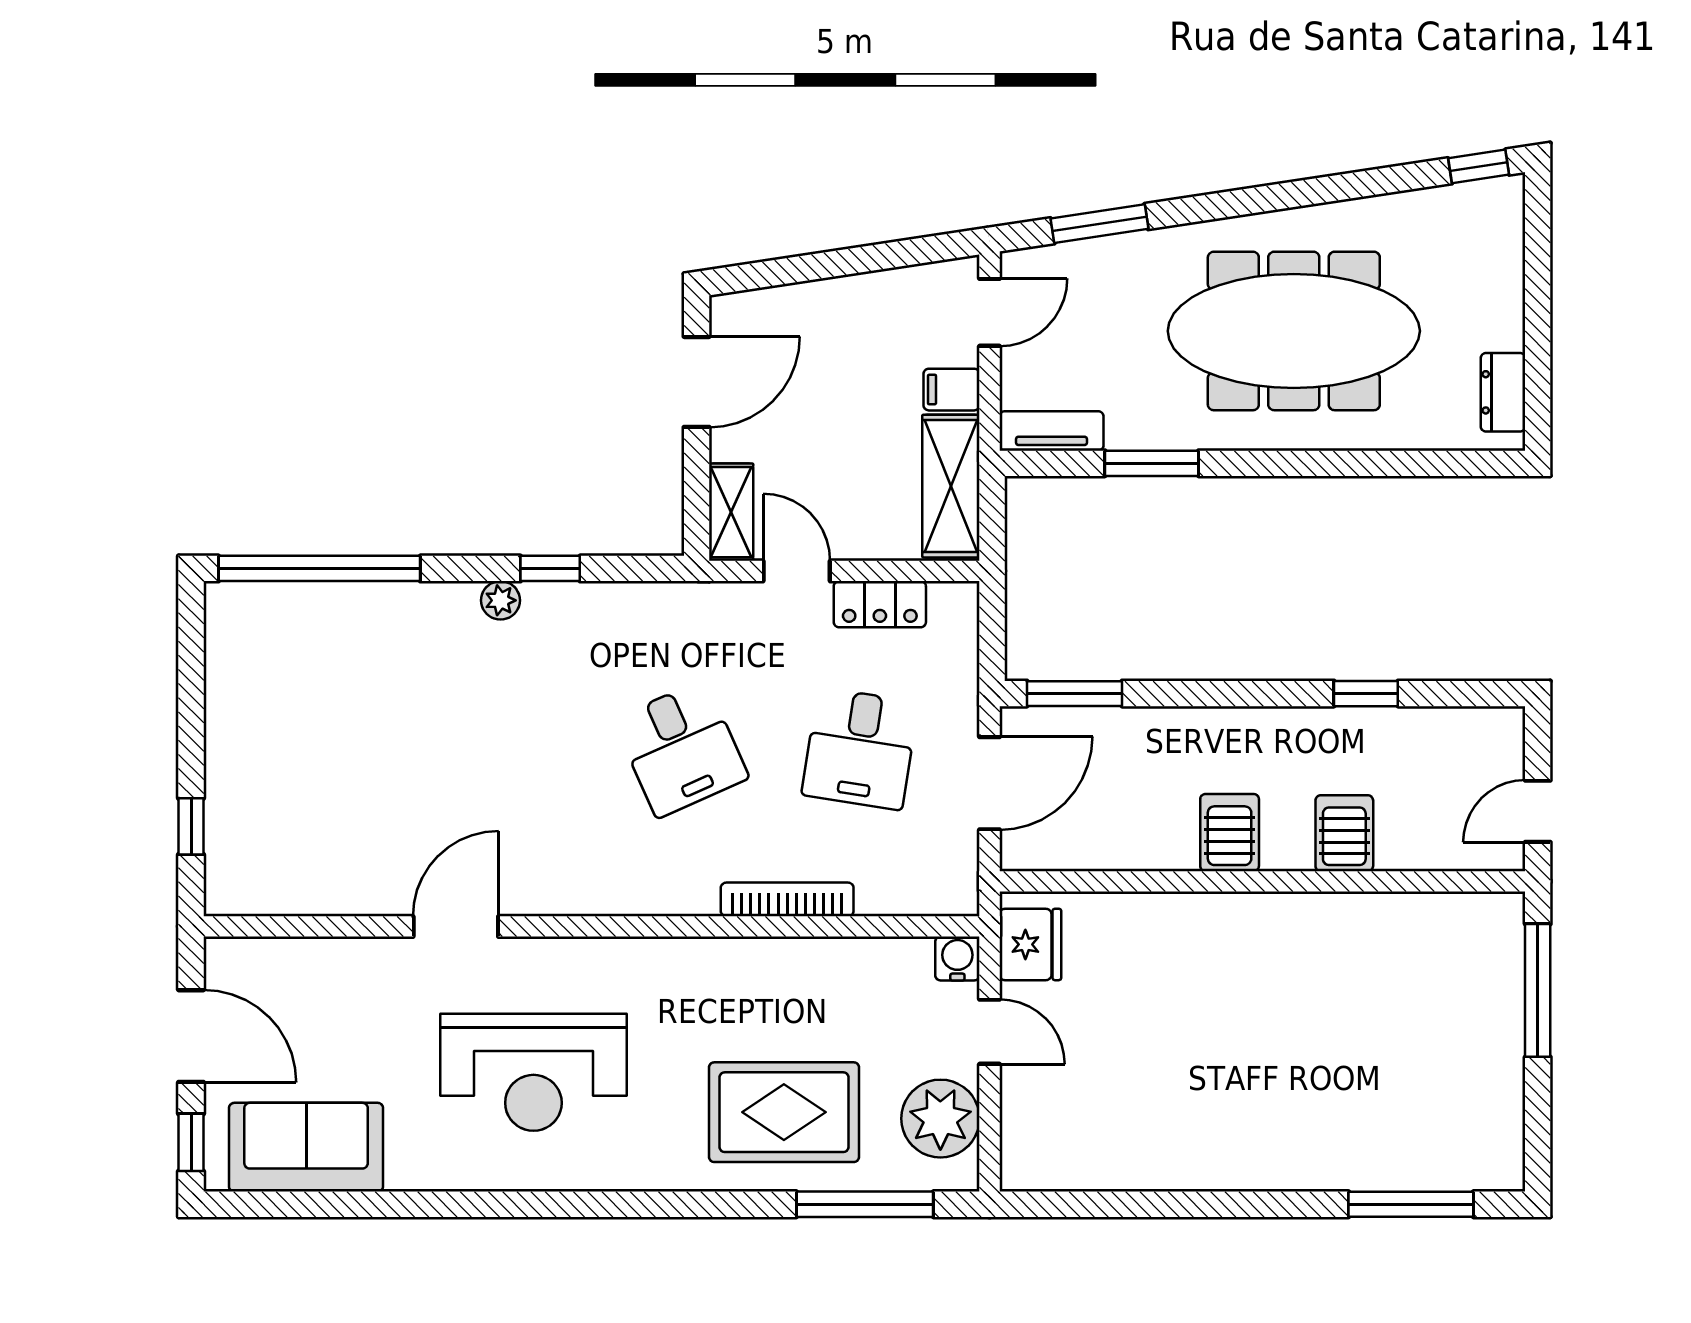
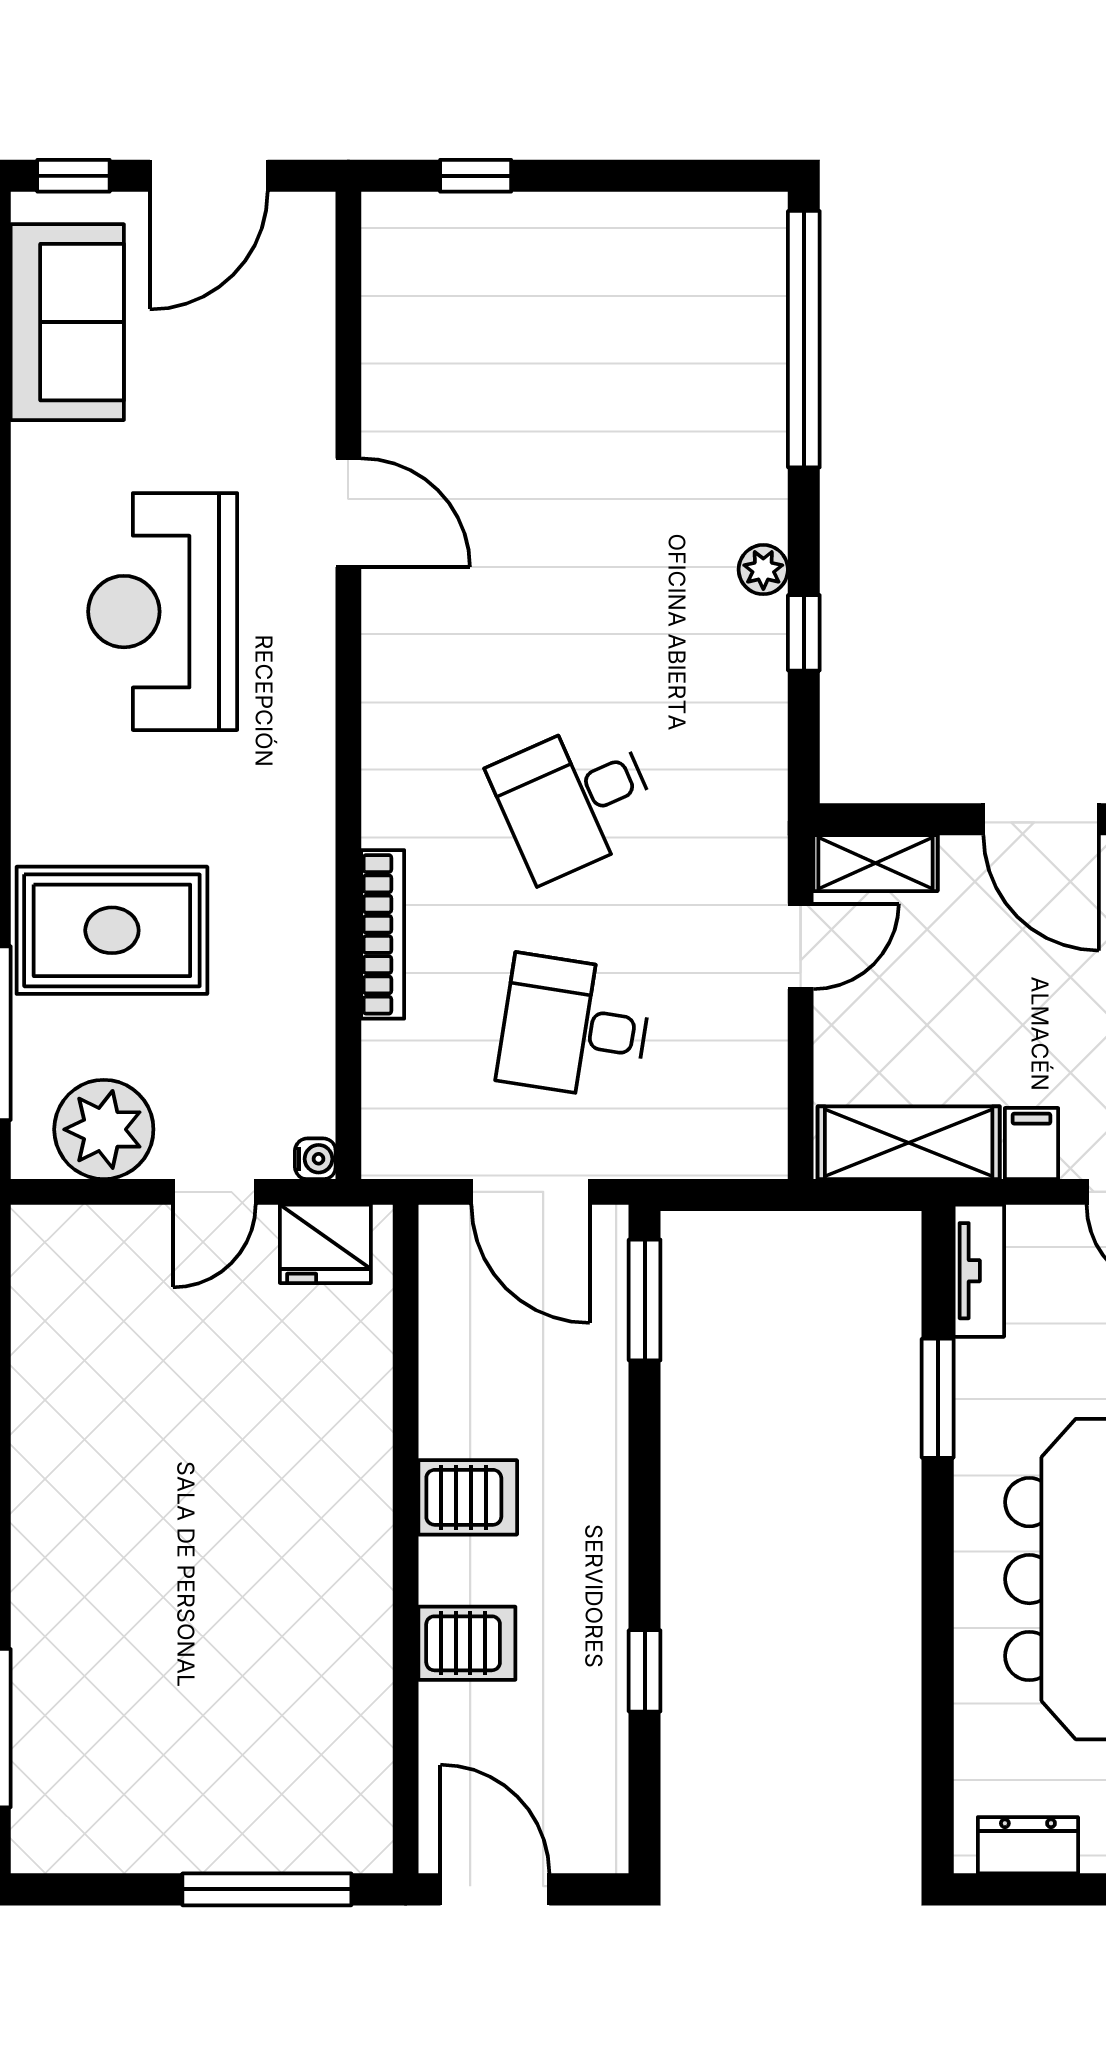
locker: (880, 604) -> (758, 1052), removed
door: (1538, 811) -> (495, 1889), width x1.38
water cooler: (957, 958) -> (315, 1159), width x0.72, depth x0.72
rug: (784, 1112) -> (112, 930), turned 90

